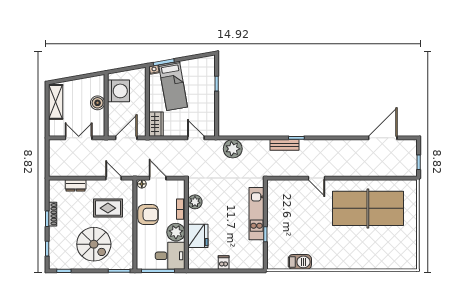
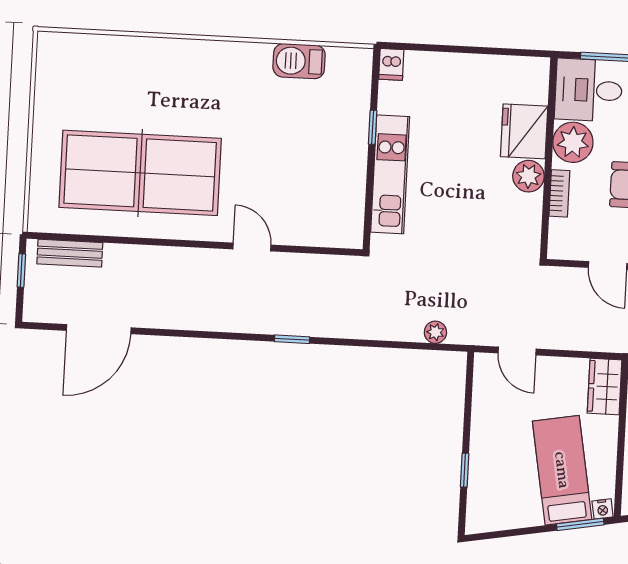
bench: (285, 145) -> (70, 253), moved
plant: (233, 149) -> (435, 332), width x0.53, depth x0.53
plant: (195, 202) -> (528, 176), moved
dishwasher: (224, 263) -> (391, 64), moved

